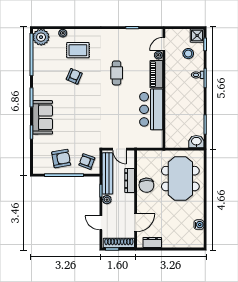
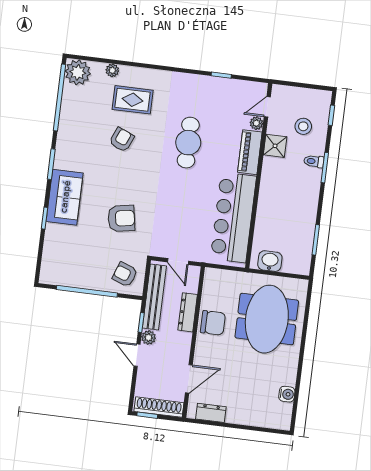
shower: (197, 36) -> (275, 146), moved
cafe table: (117, 73) -> (188, 143), width x1.37, depth x1.35
bar counter: (151, 109) -> (233, 217), width x1.36
washbasin: (196, 142) -> (270, 261), moved
armchair: (61, 159) -> (121, 218), moved
chair: (146, 185) -> (213, 323), turned -87
door: (101, 223) -> (137, 355), moved

